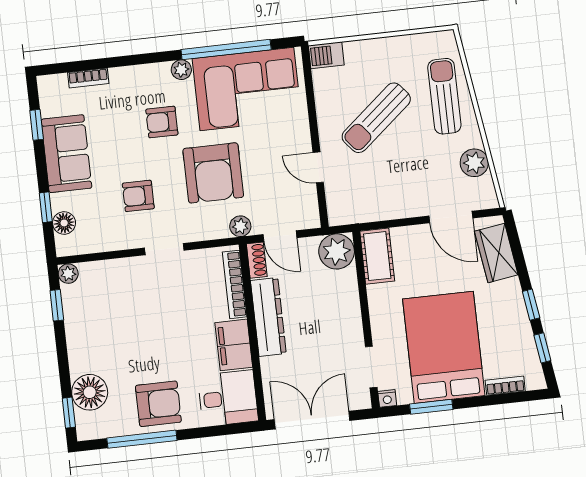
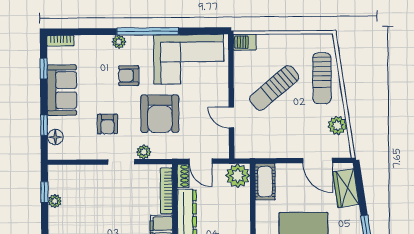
window: (226, 50) -> (147, 31), moved
plant: (181, 70) -> (119, 42), moved
bookcase: (88, 78) -> (60, 41), moved
sun lounger: (444, 96) -> (322, 78), turned 180
armchair: (138, 196) -> (107, 124), turned -90
plant: (240, 226) -> (144, 152), moved
plant: (68, 274) -> (55, 201), moved

